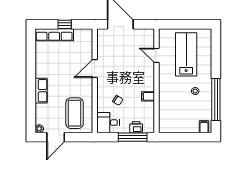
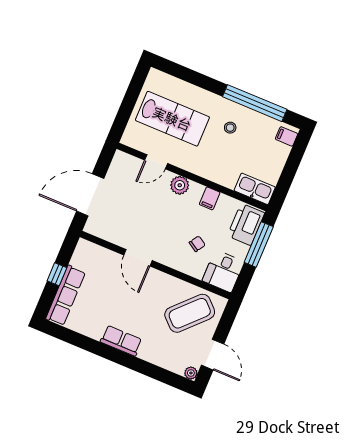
lab bench: (186, 54) -> (172, 119), turned 180
plant: (148, 75) -> (180, 185), added
row of seats: (41, 91) -> (121, 341), moved
coffee table: (75, 113) -> (190, 313), turned -46
kitchen sink: (165, 121) -> (255, 189), added
printer: (136, 127) -> (246, 224), width x1.87, depth x1.48

